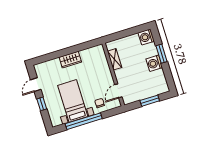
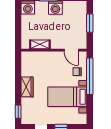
window: (44, 58) -> (18, 112), added
window: (84, 121) -> (90, 76), moved

